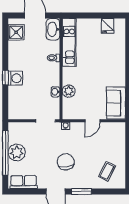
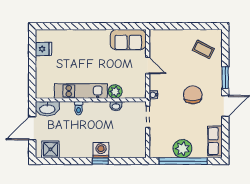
kitchen unit: (69, 42) -> (81, 91), moved
chair: (66, 162) -> (193, 95), turned 99

